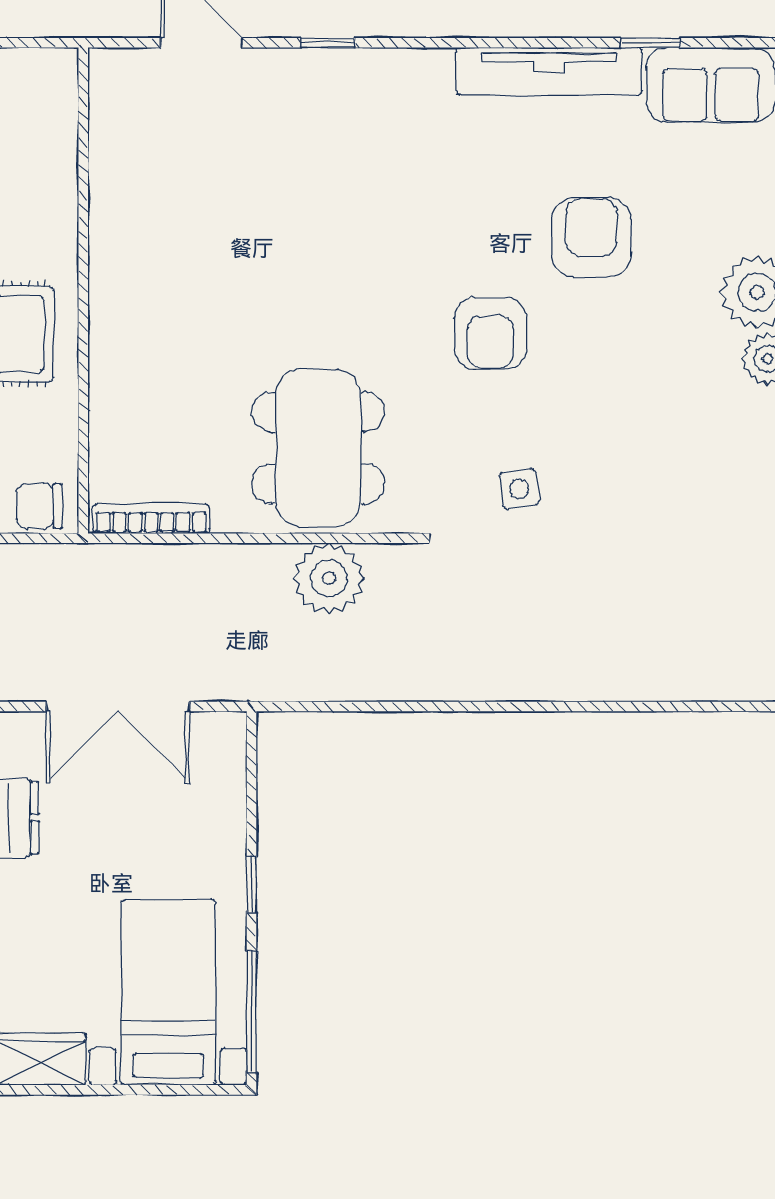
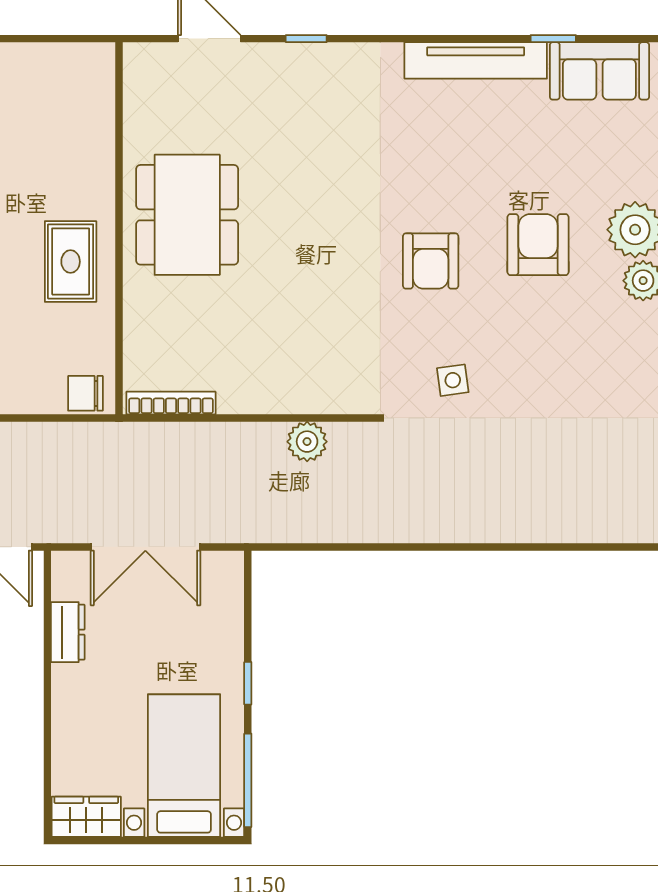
armchair: (591, 237) -> (538, 245), moved
dining table: (318, 448) -> (187, 215), moved
plant: (329, 578) -> (307, 442), width x0.73, depth x0.73

